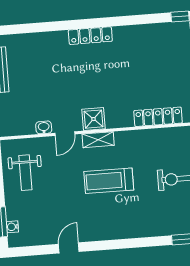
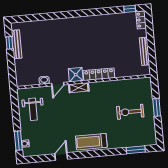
locker: (90, 36) -> (73, 22), removed
locker: (158, 117) -> (99, 74), moved
treadmill: (109, 181) -> (91, 142), moved

